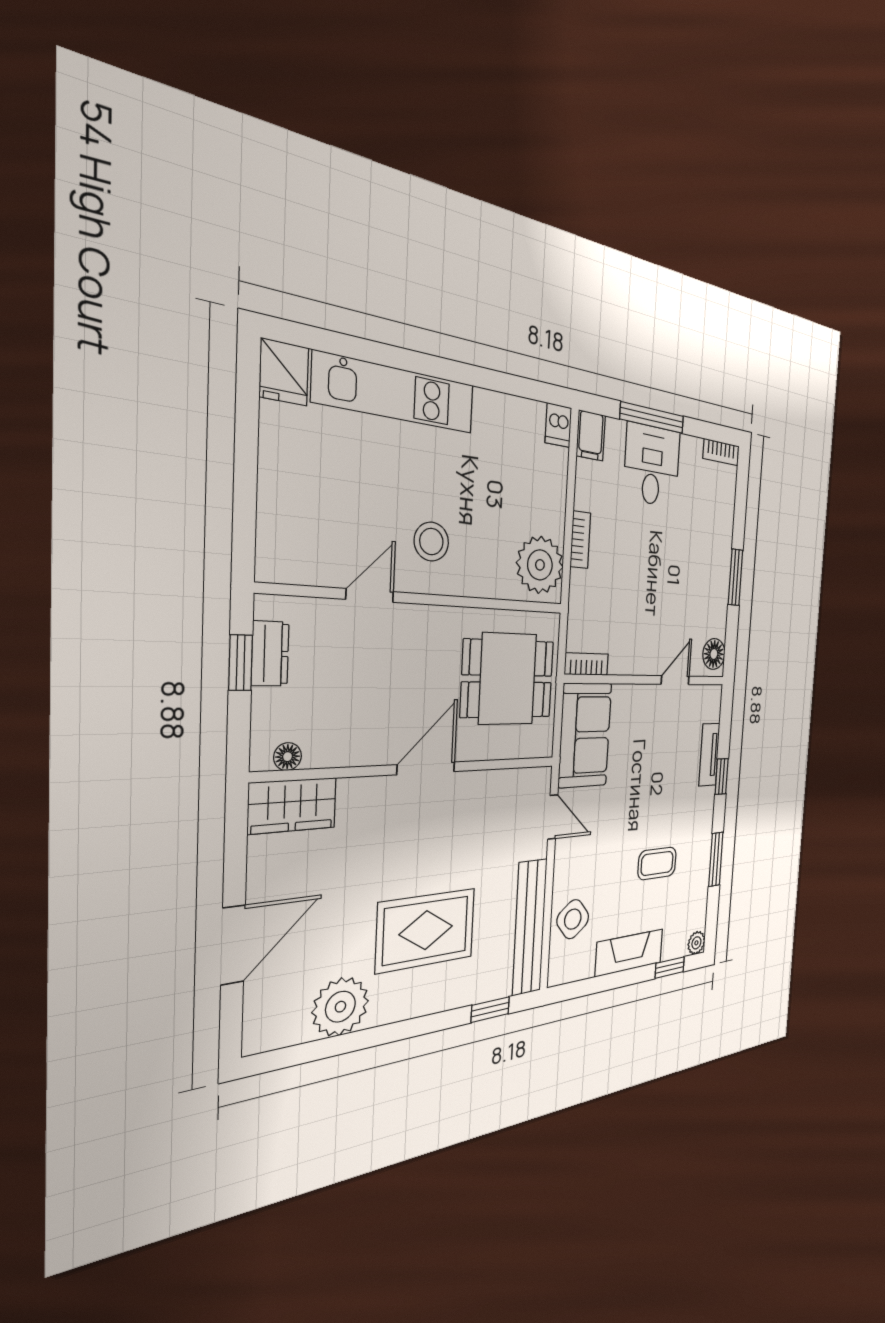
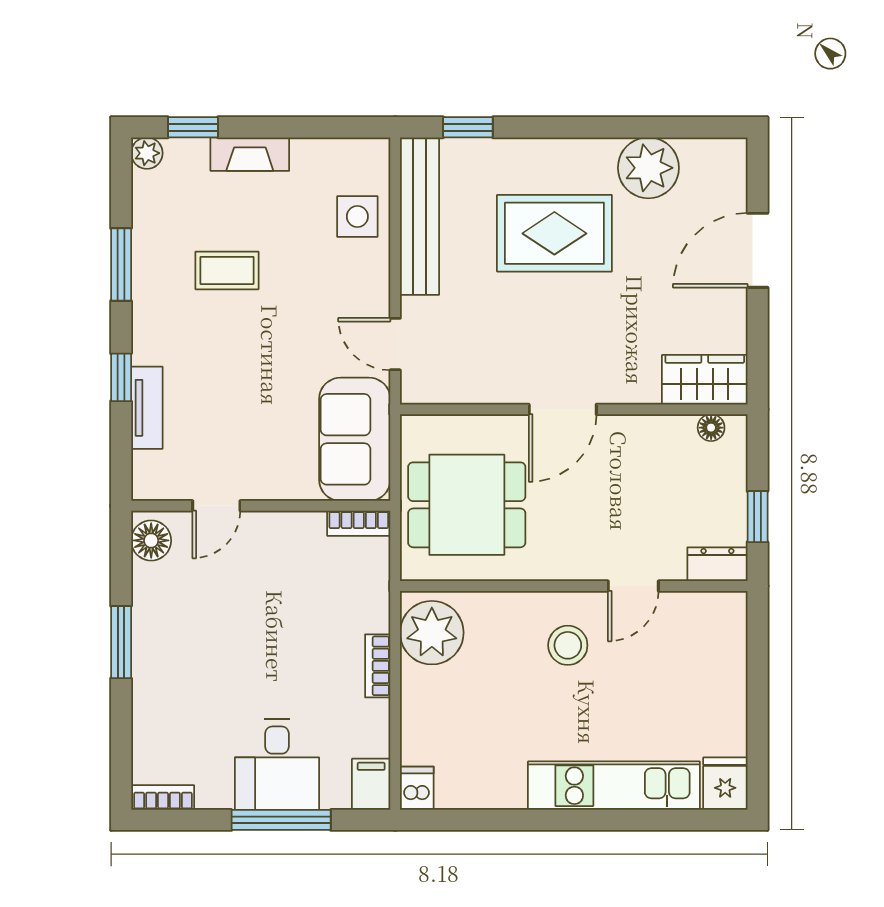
dresser: (270, 654) -> (717, 564), moved, turned 90
side table: (573, 919) -> (357, 217), turned 38
fireplace: (629, 953) -> (250, 154), width x0.73, depth x0.76

